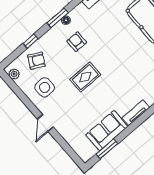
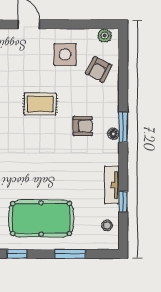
window: (31, 41) -> (123, 80), removed
rug: (85, 77) -> (40, 104), turned 90

